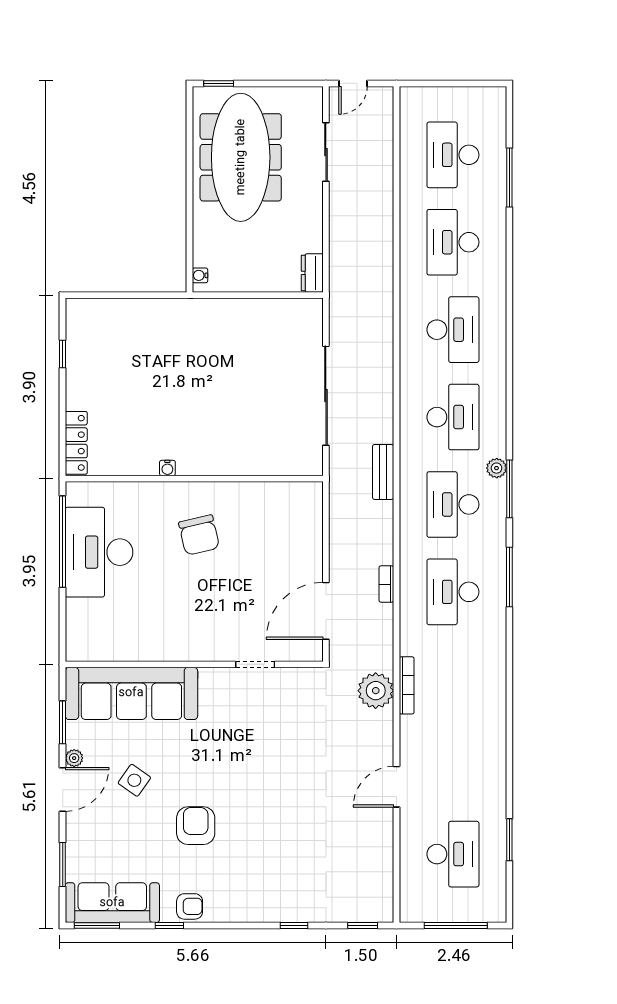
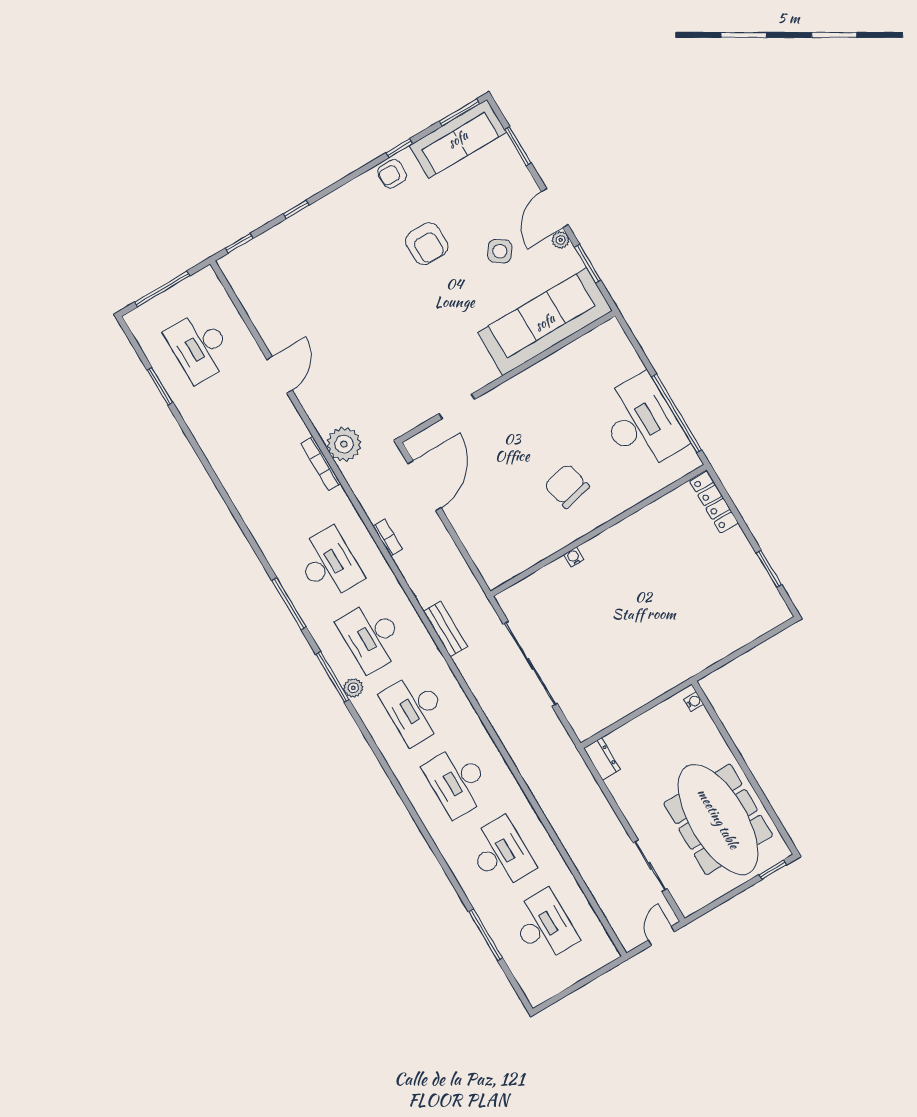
window: (63, 354) -> (769, 569), width x1.50
water cooler: (167, 468) -> (574, 557), moved
desk: (453, 504) -> (372, 636), turned 180

